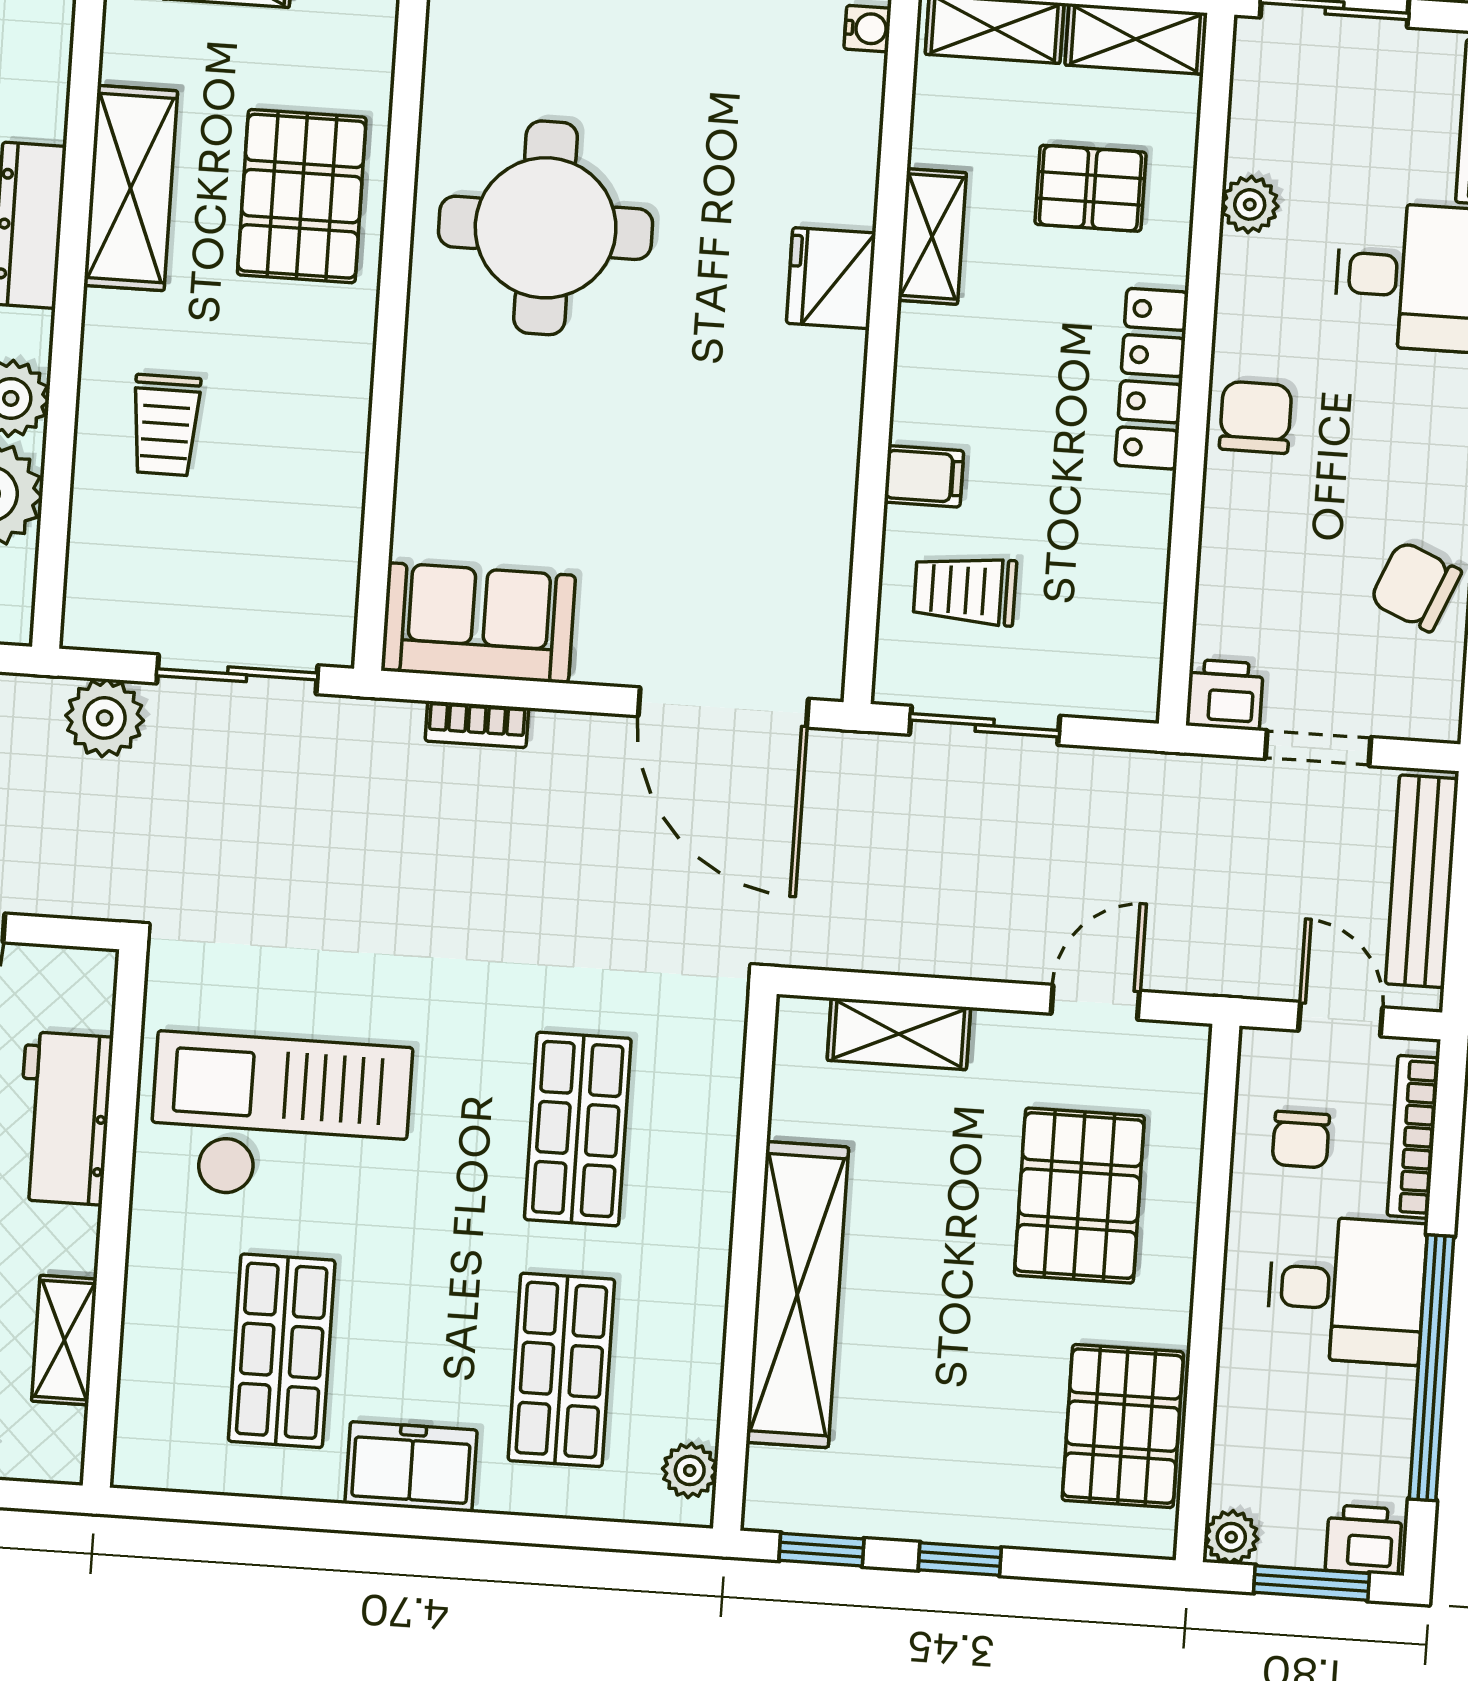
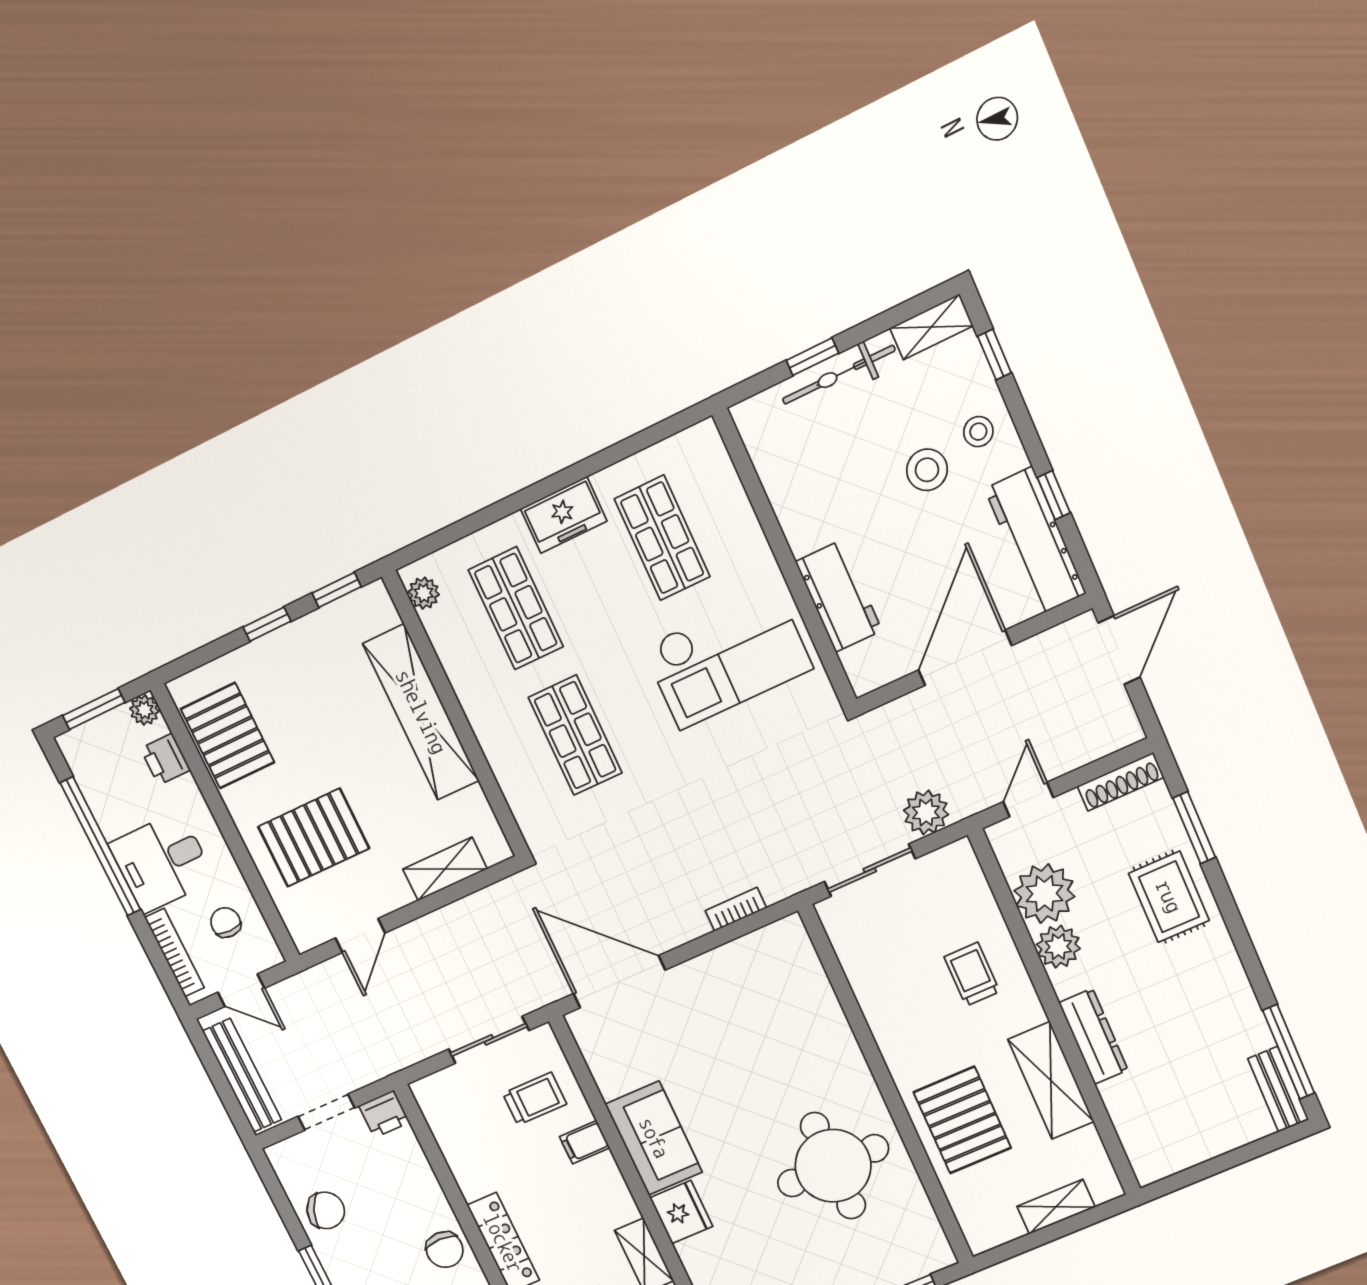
sofa: (478, 623) -> (654, 1138), moved, turned -90
pallet: (1079, 1196) -> (314, 838), turned 90
shelving: (64, 1340) -> (777, 480), removed
printer: (1364, 1540) -> (165, 759), moved, turned 90

